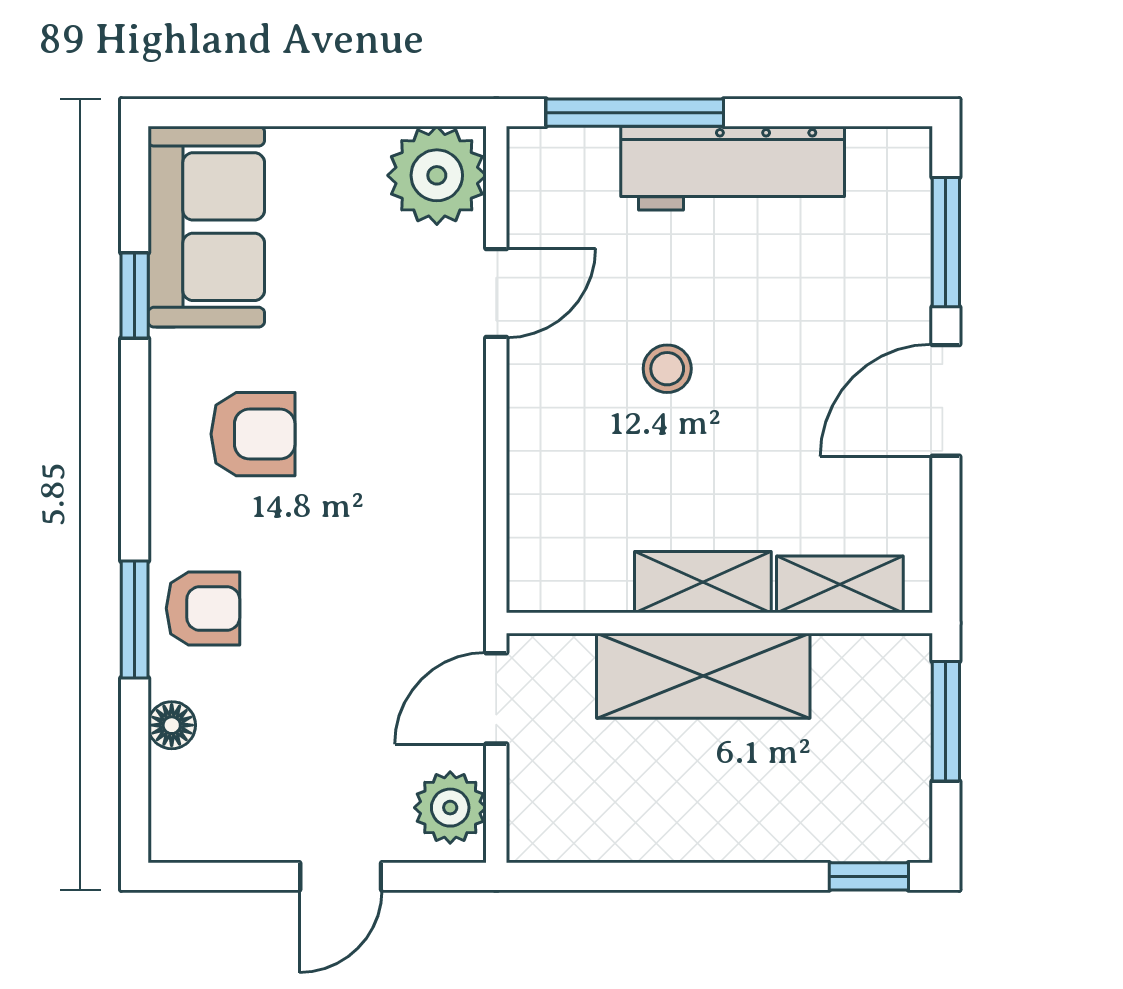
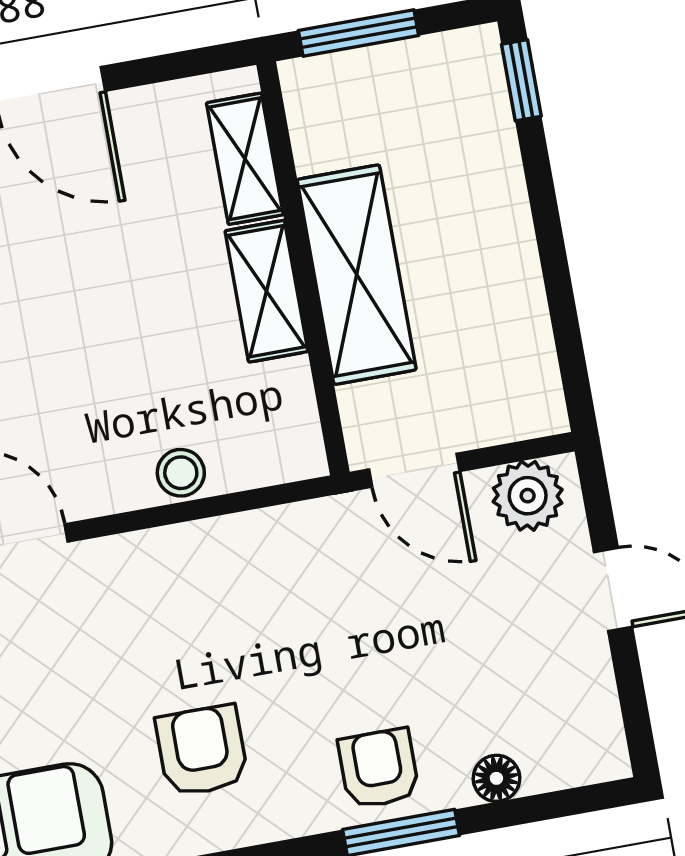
stool: (667, 369) -> (181, 473), moved

